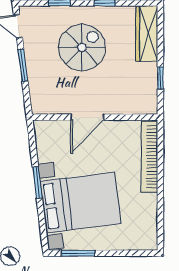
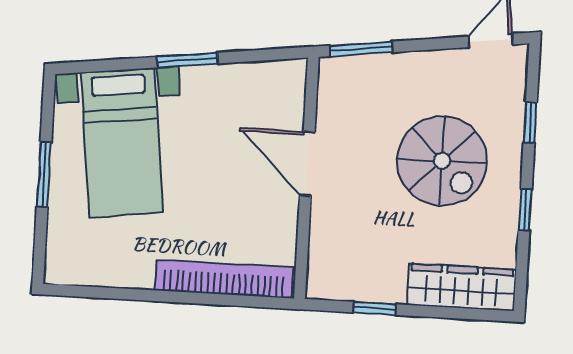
window: (23, 65) -> (361, 49), moved
bed with nightstands: (81, 202) -> (122, 142), width x0.73
window: (78, 253) -> (44, 175), moved

